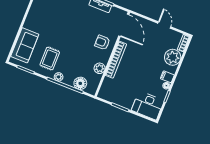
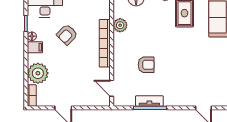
door: (124, 25) -> (112, 88), width x0.53
armchair: (102, 42) -> (146, 65), moved
armchair: (141, 77) -> (67, 35), added

